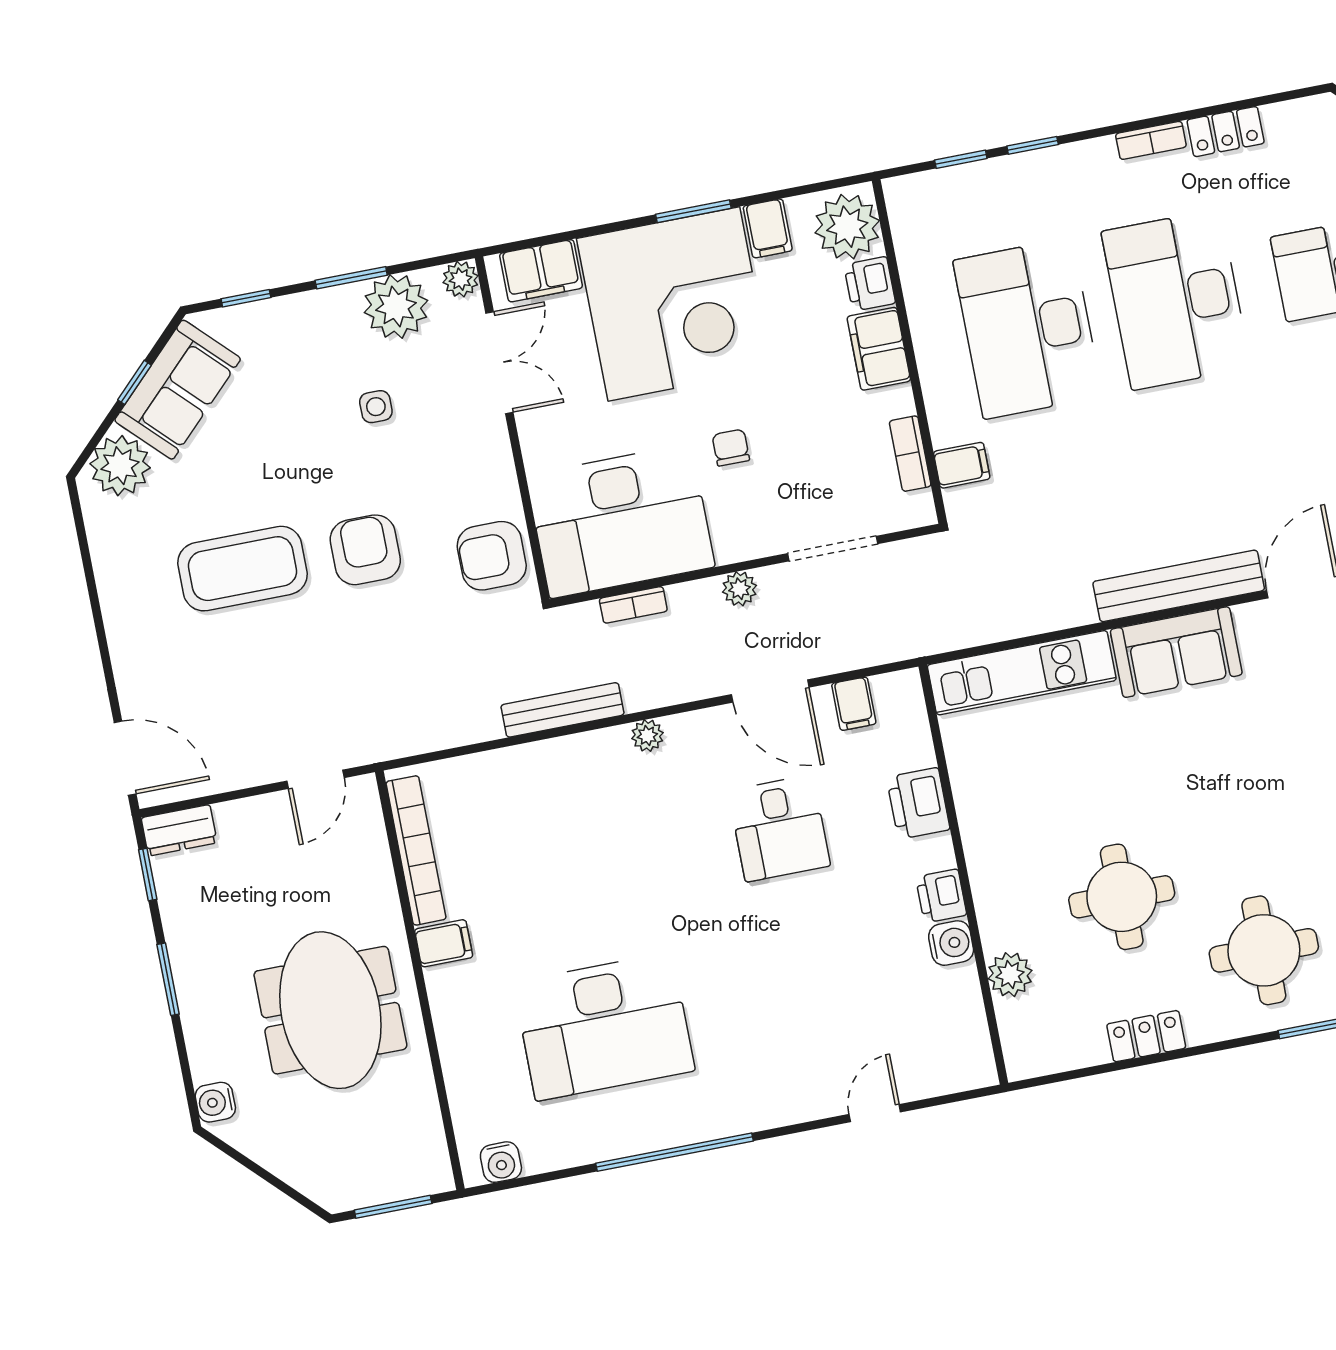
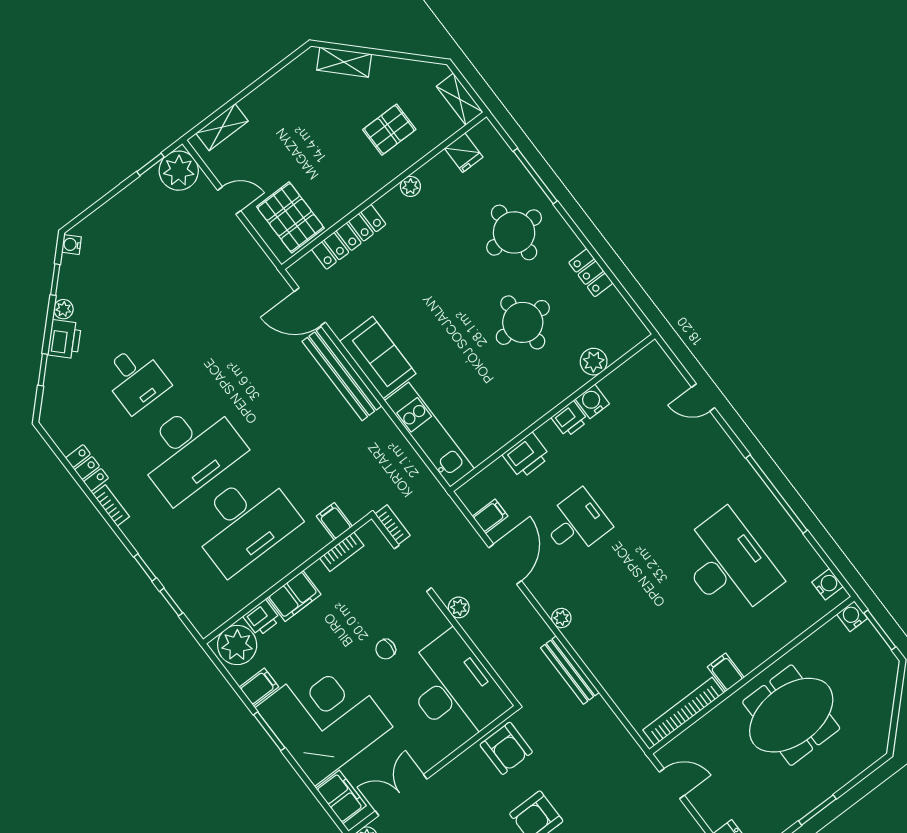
bookcase: (633, 605) -> (393, 525), moved
water cooler: (215, 1102) -> (852, 616), moved, turned 180

